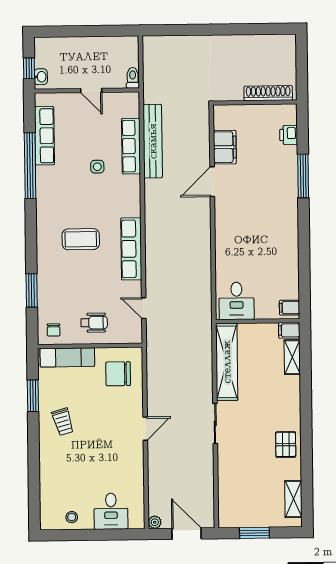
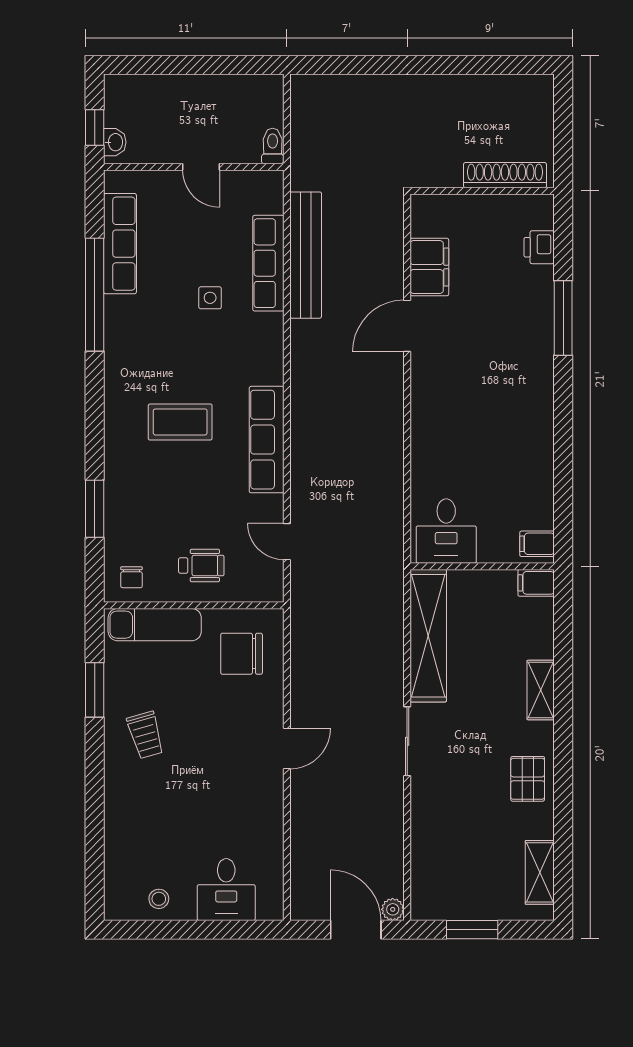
shelving: (292, 357) -> (541, 690), moved
plant: (155, 522) -> (393, 909), moved

